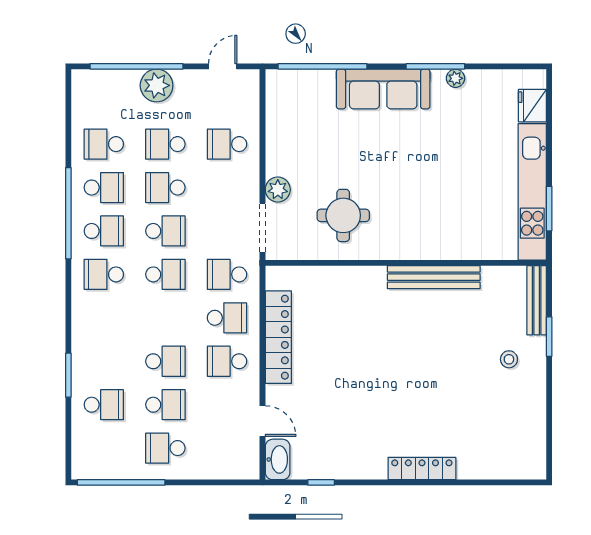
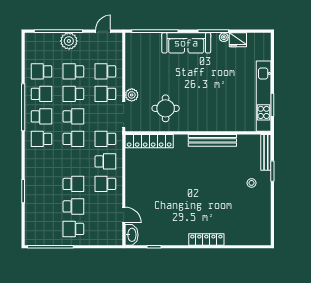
fridge: (532, 106) -> (238, 40), moved, turned -90
locker: (278, 337) -> (149, 141), moved, turned 90
school desk: (104, 405) -> (105, 94), moved, turned 180

